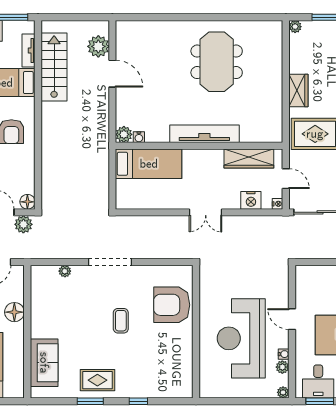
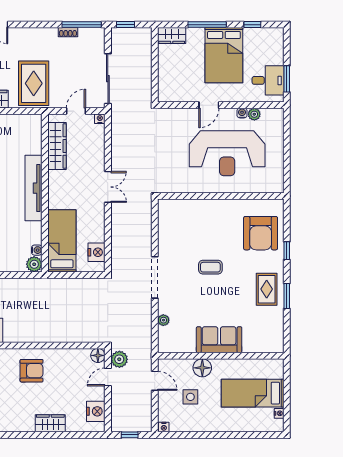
nightstand: (251, 200) -> (97, 252), moved
armchair: (172, 305) -> (261, 233), moved
sofa: (44, 363) -> (219, 340), moved
plant: (283, 392) -> (278, 114), removed

